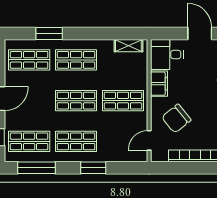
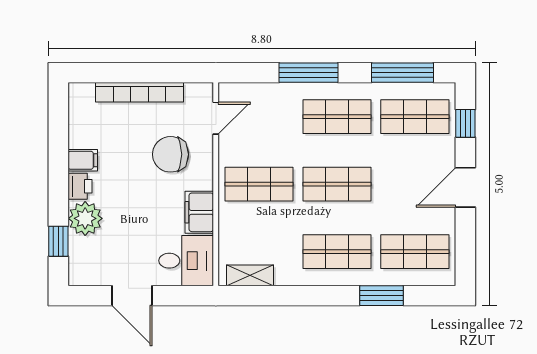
chair: (176, 119) -> (171, 154), turned -141
window: (93, 168) -> (308, 73), width x1.44

